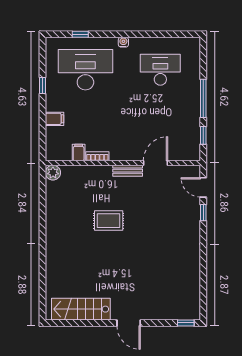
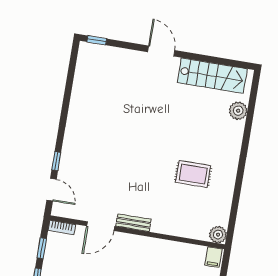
filing cabinet: (79, 152) -> (213, 257), moved
bookcase: (97, 156) -> (62, 227), moved
rug: (109, 221) -> (193, 174), moved
plant: (53, 283) -> (238, 111), added

